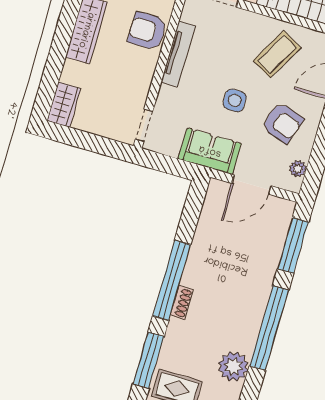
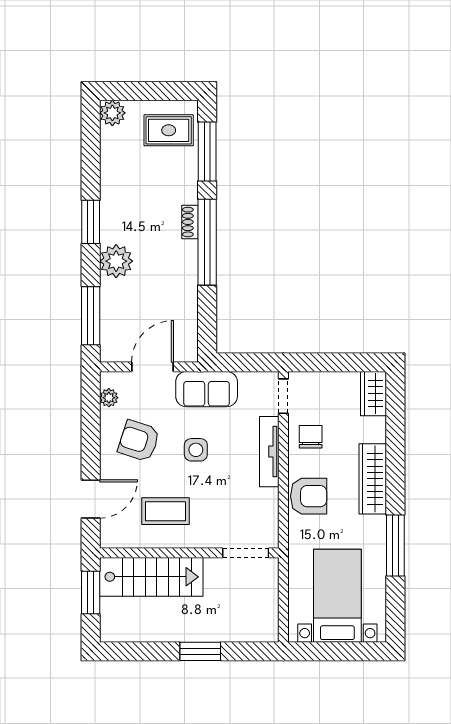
tv unit: (178, 54) -> (269, 452), moved
coffee table: (277, 54) -> (165, 511), turned 61
chair: (130, 83) -> (311, 437), added
window: (269, 328) -> (91, 222), width x0.47
plant: (233, 366) -> (116, 261), moved

